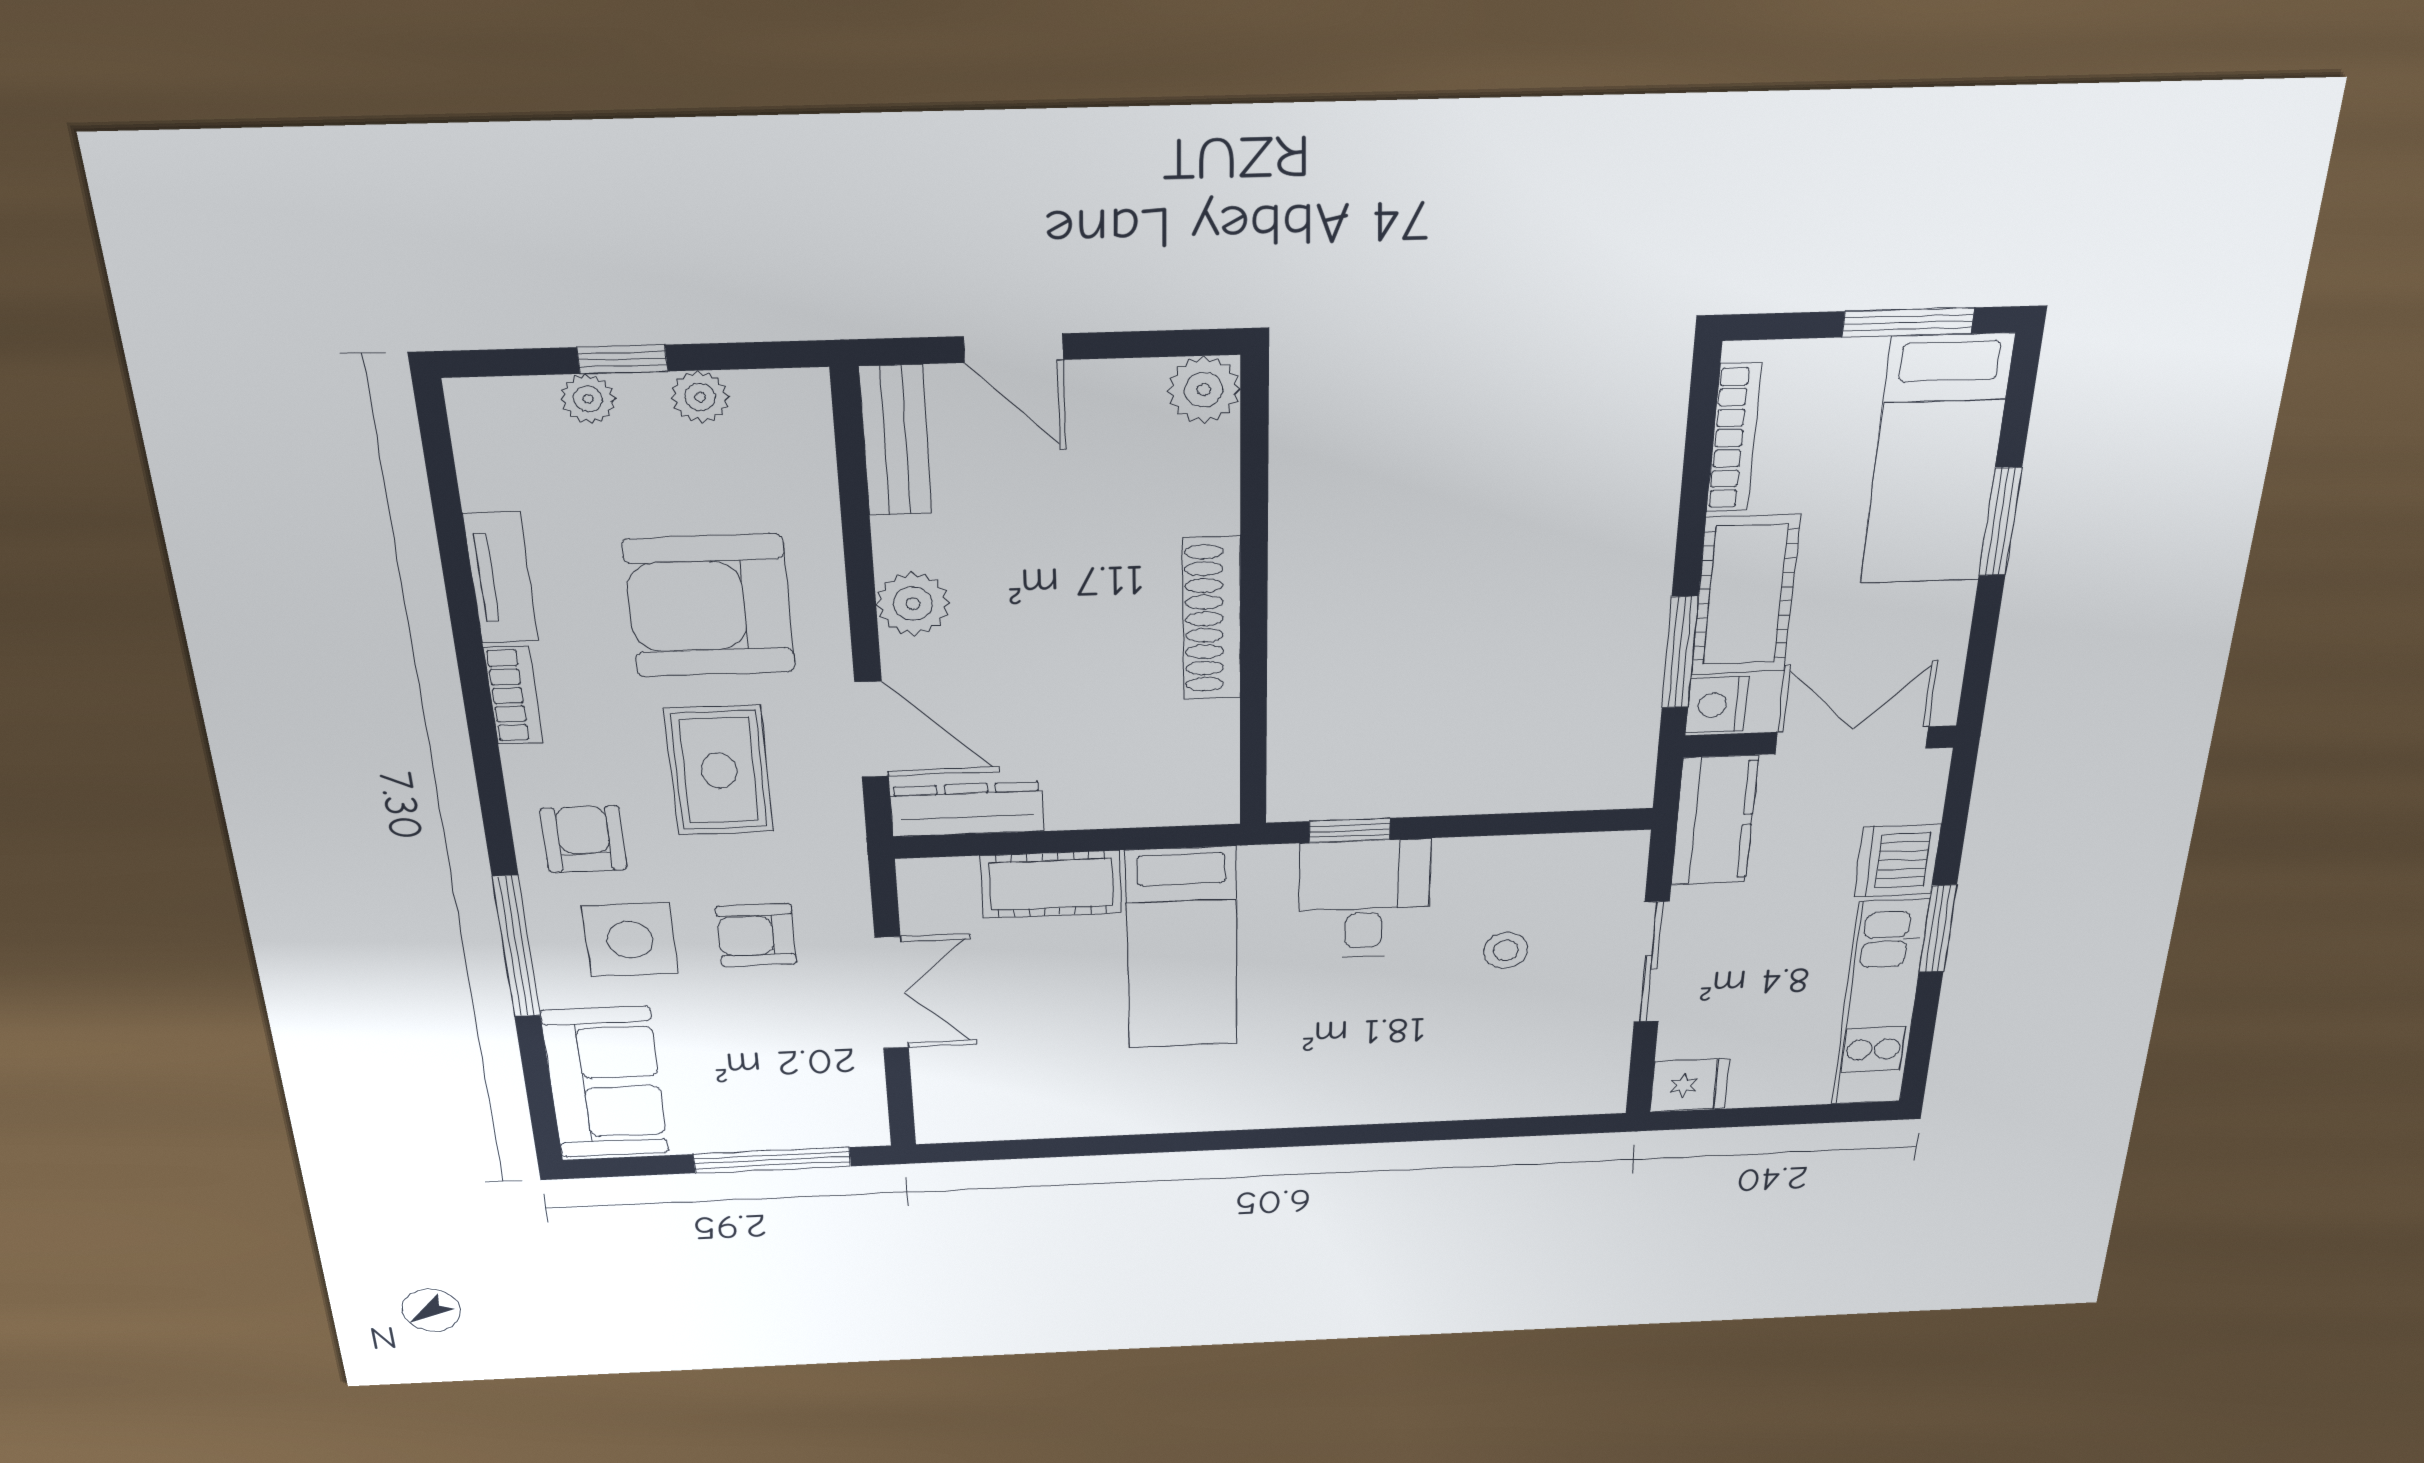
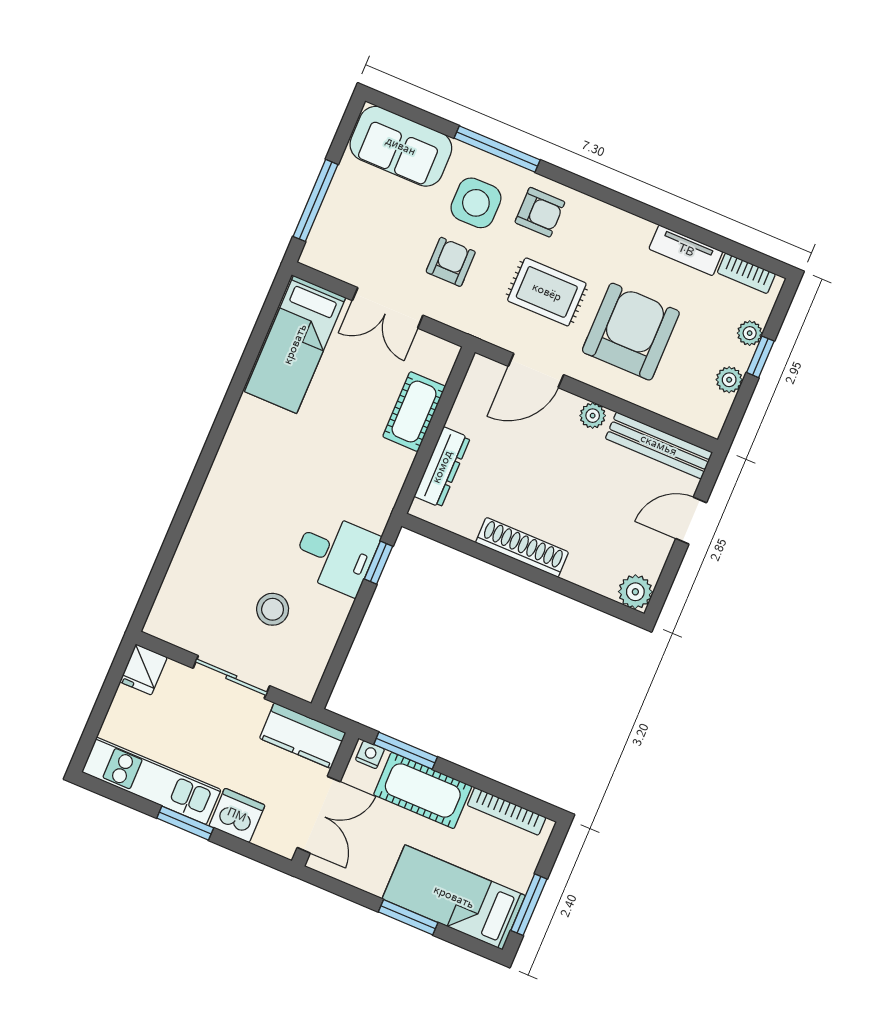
bench: (896, 441) -> (659, 445), width x1.36
plant: (913, 604) -> (593, 416), width x0.73, depth x0.73
bookcase: (513, 695) -> (746, 273), moved
nightstand: (1717, 705) -> (370, 755), width x0.72, depth x0.74
dresser: (967, 809) -> (442, 467), moved
bed: (1182, 949) -> (295, 344), moved, turned -90
stool: (1506, 950) -> (273, 609), width x1.37, depth x1.37

